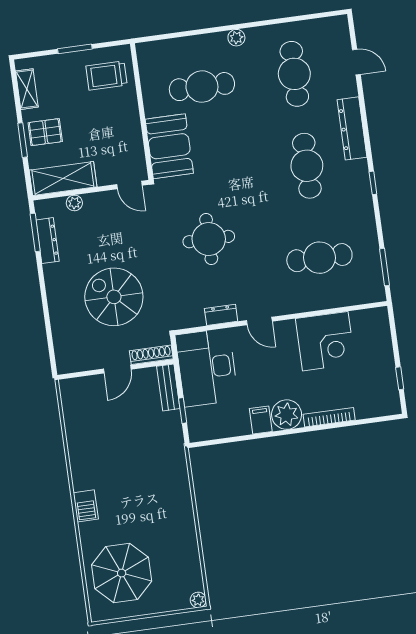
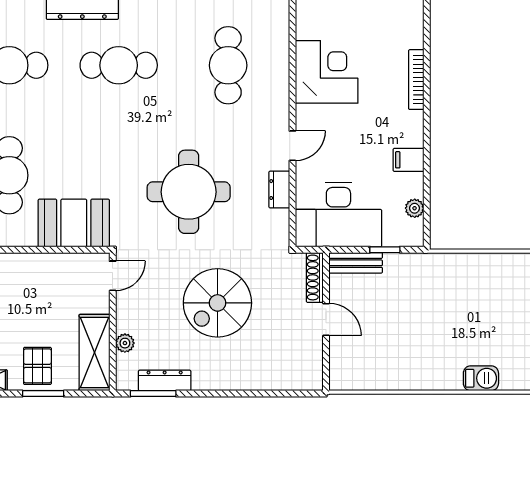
round table: (209, 239) -> (189, 192), width x1.36, depth x1.36
spiral stairs: (114, 297) -> (217, 303), moved
plant: (287, 415) -> (415, 208), moved, width x0.53, depth x0.53

